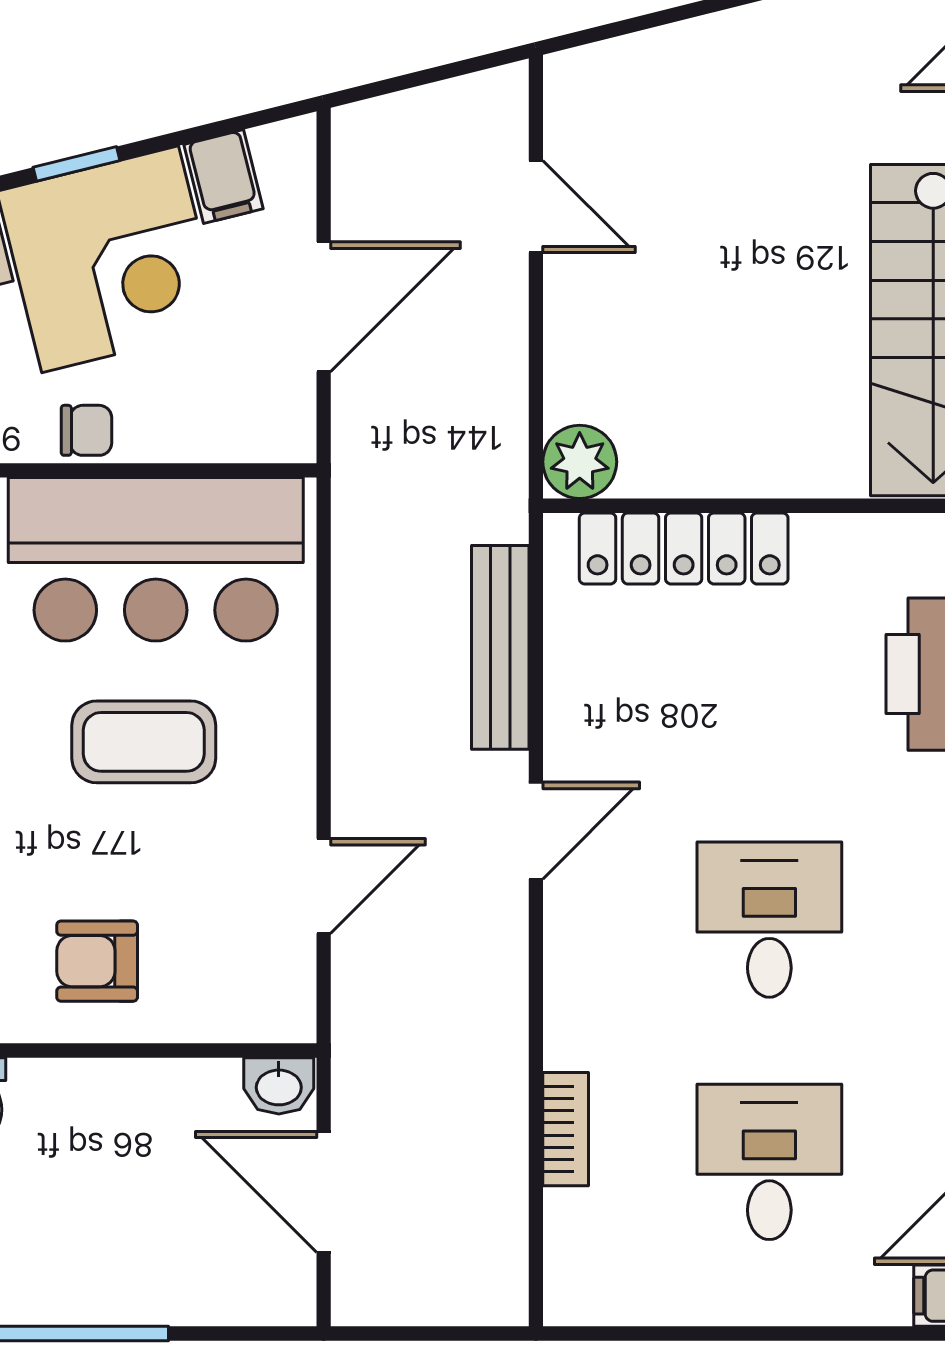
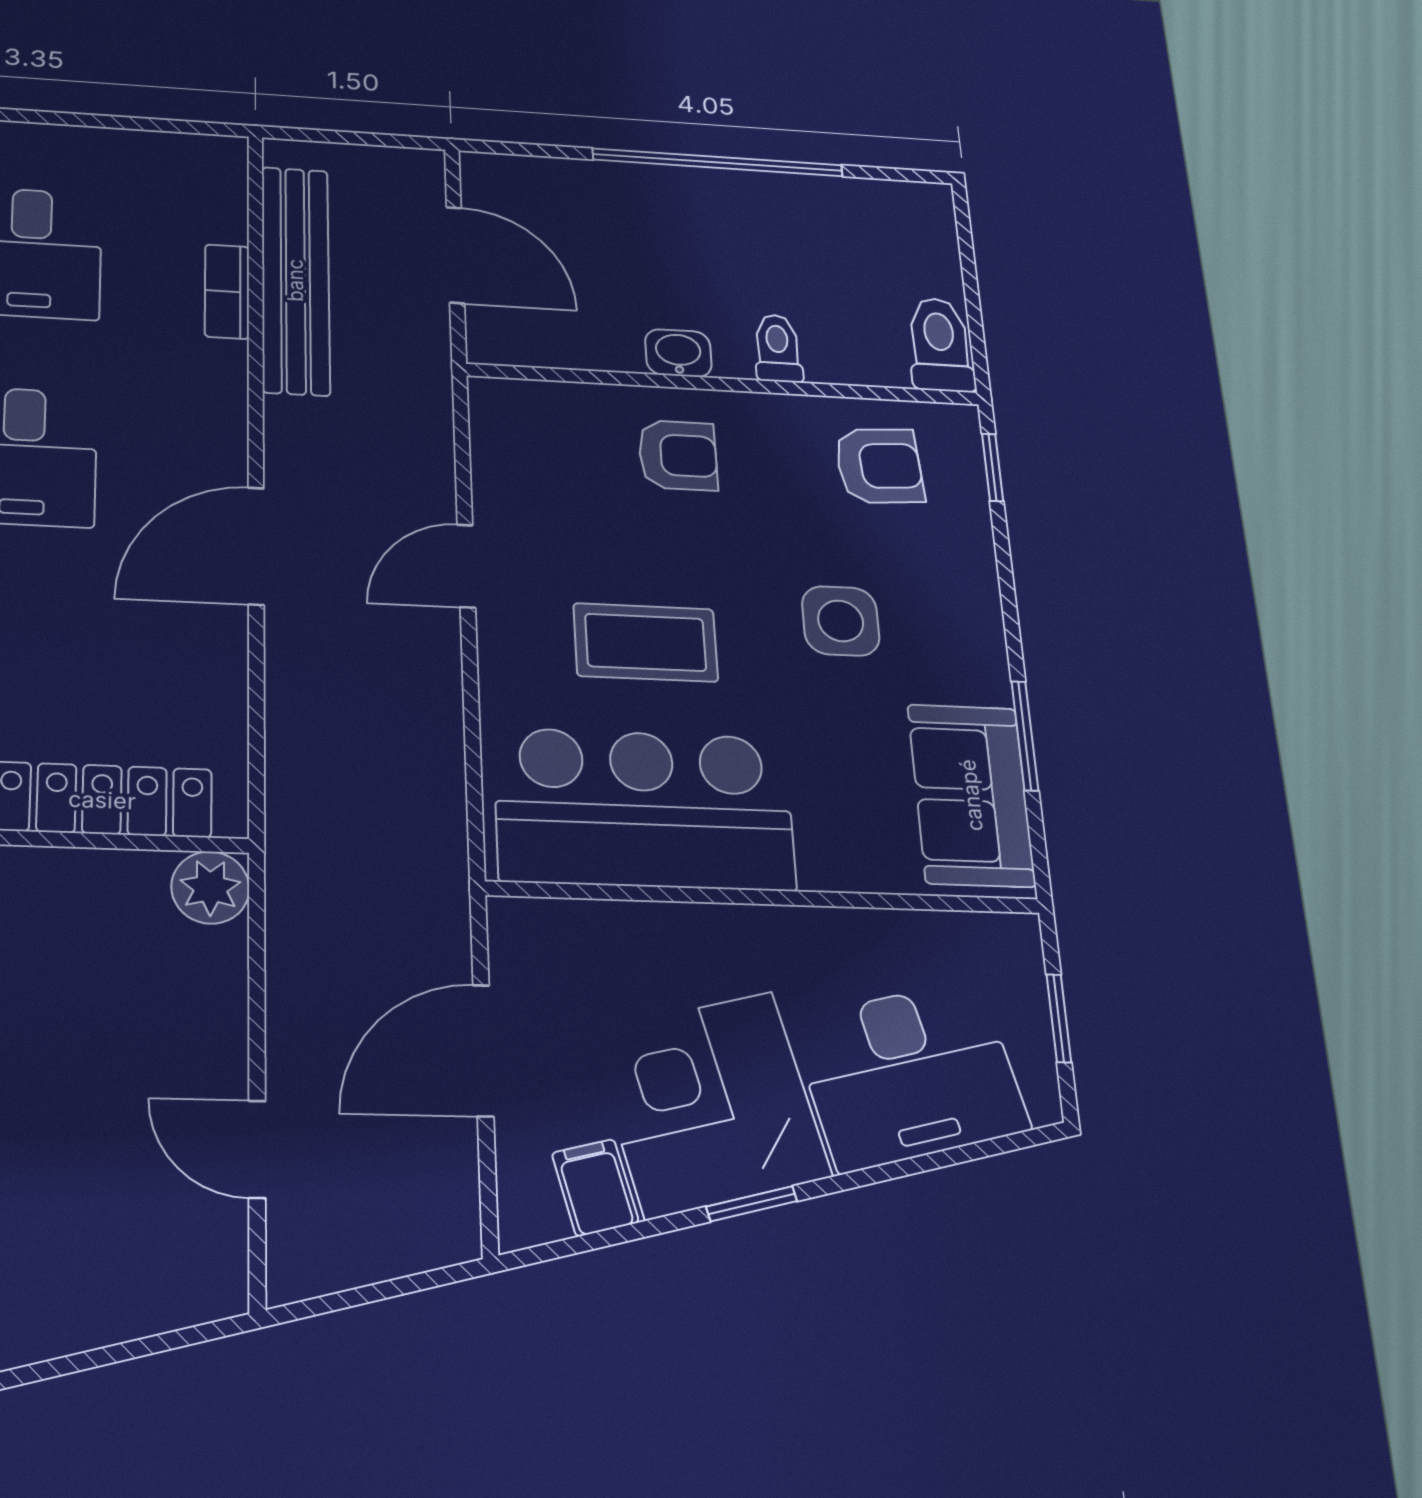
chair: (86, 430) -> (722, 934), removed
bench: (500, 647) -> (295, 280), moved, width x1.37, depth x1.21
door: (536, 831) -> (256, 546), width x1.38
door: (324, 886) -> (466, 566), moved
washbasin: (279, 1086) -> (678, 353), moved

